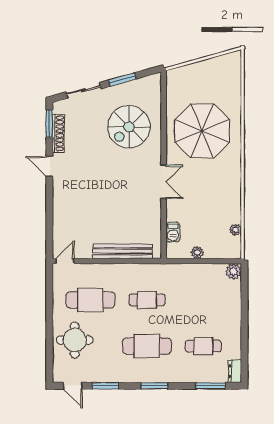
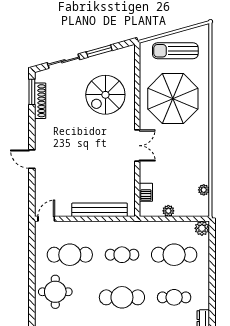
sun lounger: (205, 79) -> (175, 51), added
door: (49, 166) -> (32, 159), moved
cafe table: (203, 300) -> (174, 255), added

